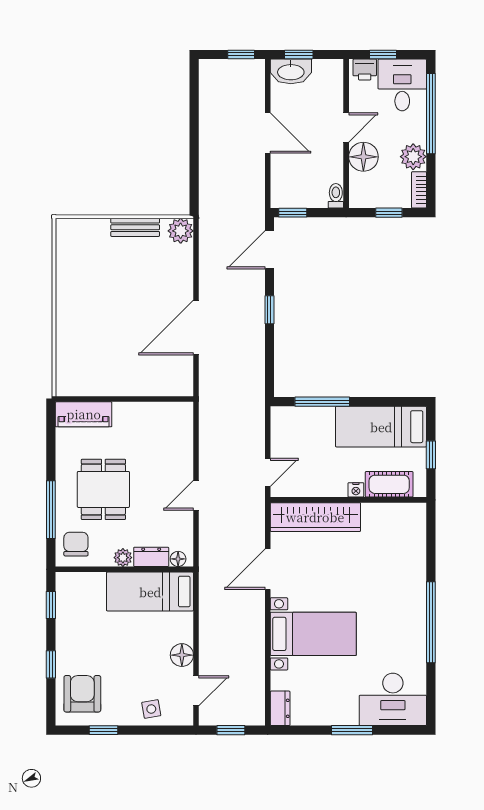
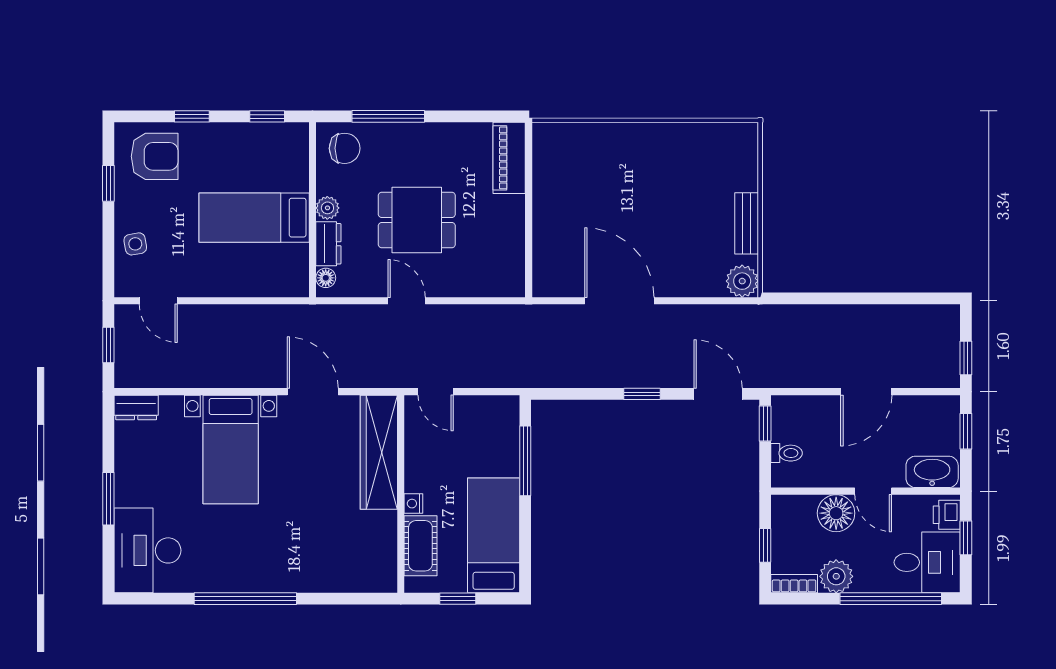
washbasin: (291, 71) -> (932, 472), moved, turned 90
toilet: (336, 196) -> (787, 453), moved
dining table: (103, 489) -> (417, 220), moved
bed: (150, 592) -> (254, 218), moved, turned -90
floor lamp: (182, 655) -> (204, 283), removed

